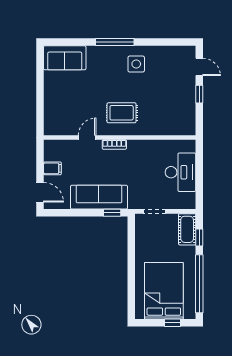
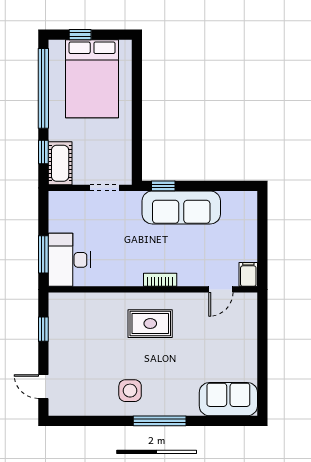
window: (199, 94) -> (43, 329), moved
door: (87, 138) -> (221, 289), moved
window: (199, 163) -> (43, 254), added
filing cabinet: (52, 168) -> (248, 274), moved, turned 90
desk: (180, 172) -> (69, 260), moved
door: (40, 192) -> (262, 214), removed

